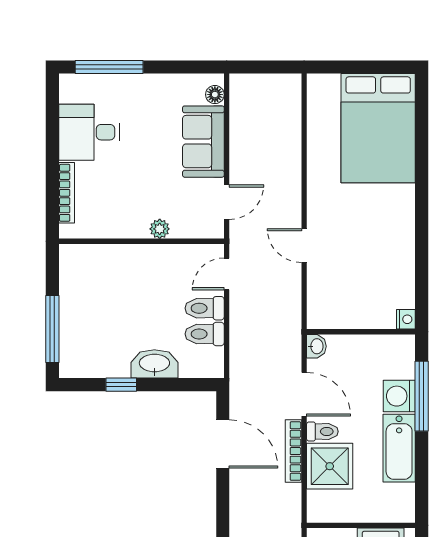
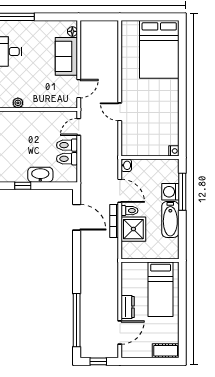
plant: (160, 229) -> (18, 103), moved

